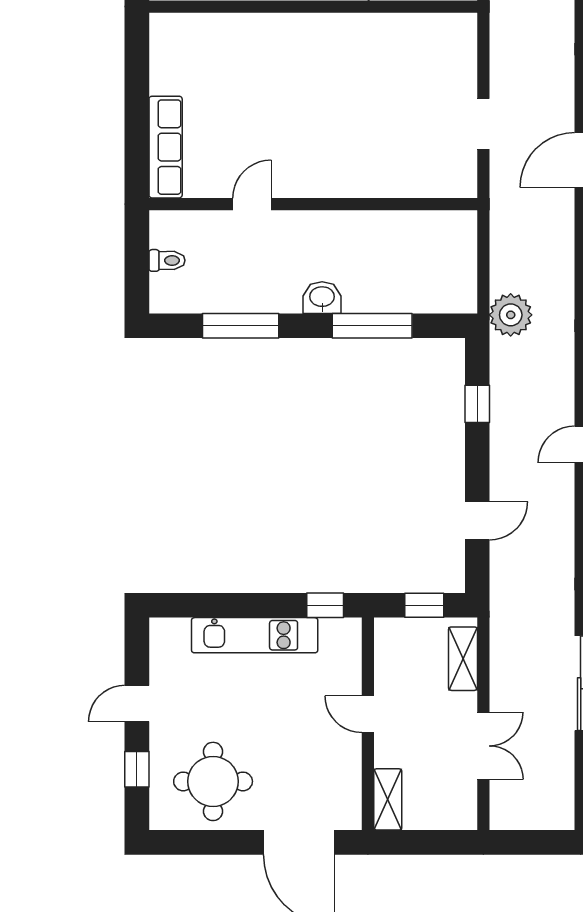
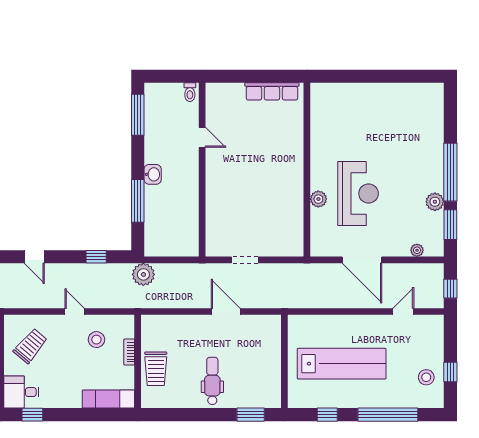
row of seats: (166, 147) -> (272, 91), moved
toilet: (167, 260) -> (190, 92), moved
window: (241, 326) -> (138, 115), moved

